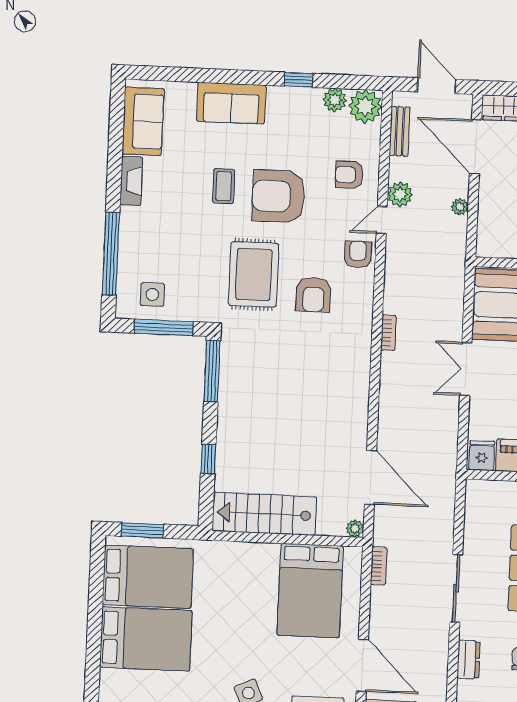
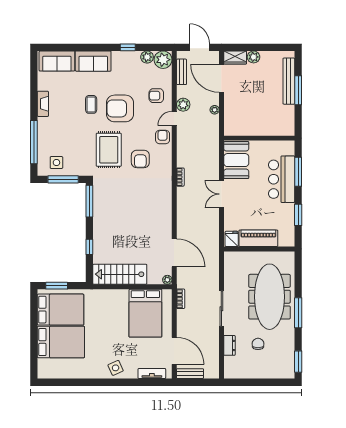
sofa: (143, 121) -> (57, 61), moved, turned 90

